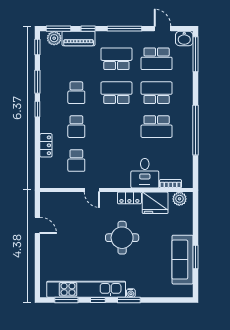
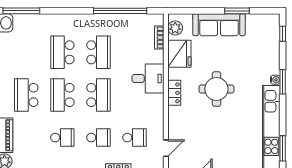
school desk: (157, 59) -> (98, 95), moved
window: (196, 130) -> (120, 11), moved
desk: (145, 173) -> (148, 78), moved
door: (92, 190) -> (166, 148), moved
locker: (129, 198) -> (174, 93), moved
sofa: (183, 260) -> (219, 25), moved
window: (98, 300) -> (283, 34), moved

